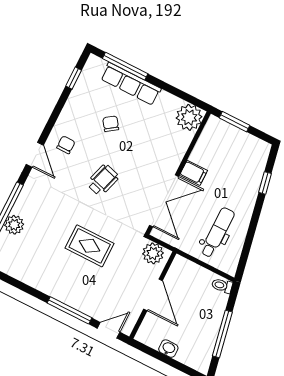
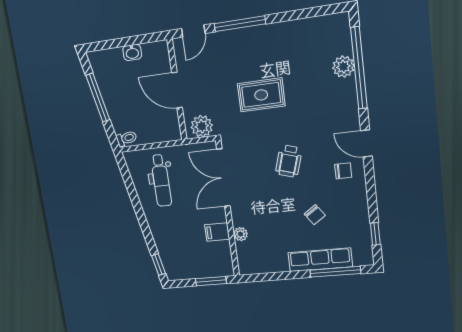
plant: (189, 117) -> (241, 234), moved, width x0.53, depth x0.53
chair: (66, 145) -> (343, 171), turned -90
filing cabinet: (193, 173) -> (217, 232), moved
window: (265, 183) -> (159, 264), moved

